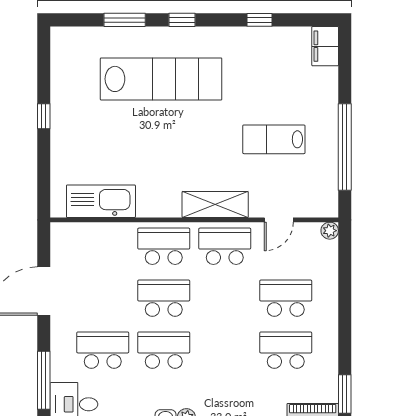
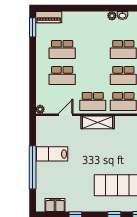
filing cabinet: (325, 46) -> (55, 205), moved, turned -90
lab bench: (274, 139) -> (52, 154), moved, turned 180
window: (345, 147) -> (33, 167), moved

